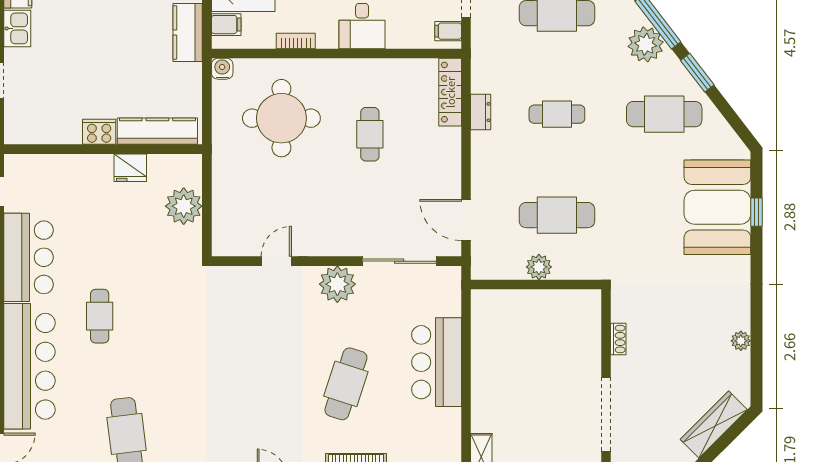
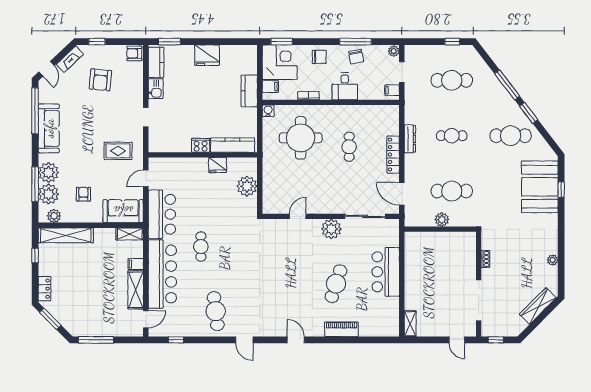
plant: (646, 44) -> (500, 97), removed
locker: (450, 92) -> (393, 154), moved
dresser: (481, 112) -> (410, 139), width x1.44

